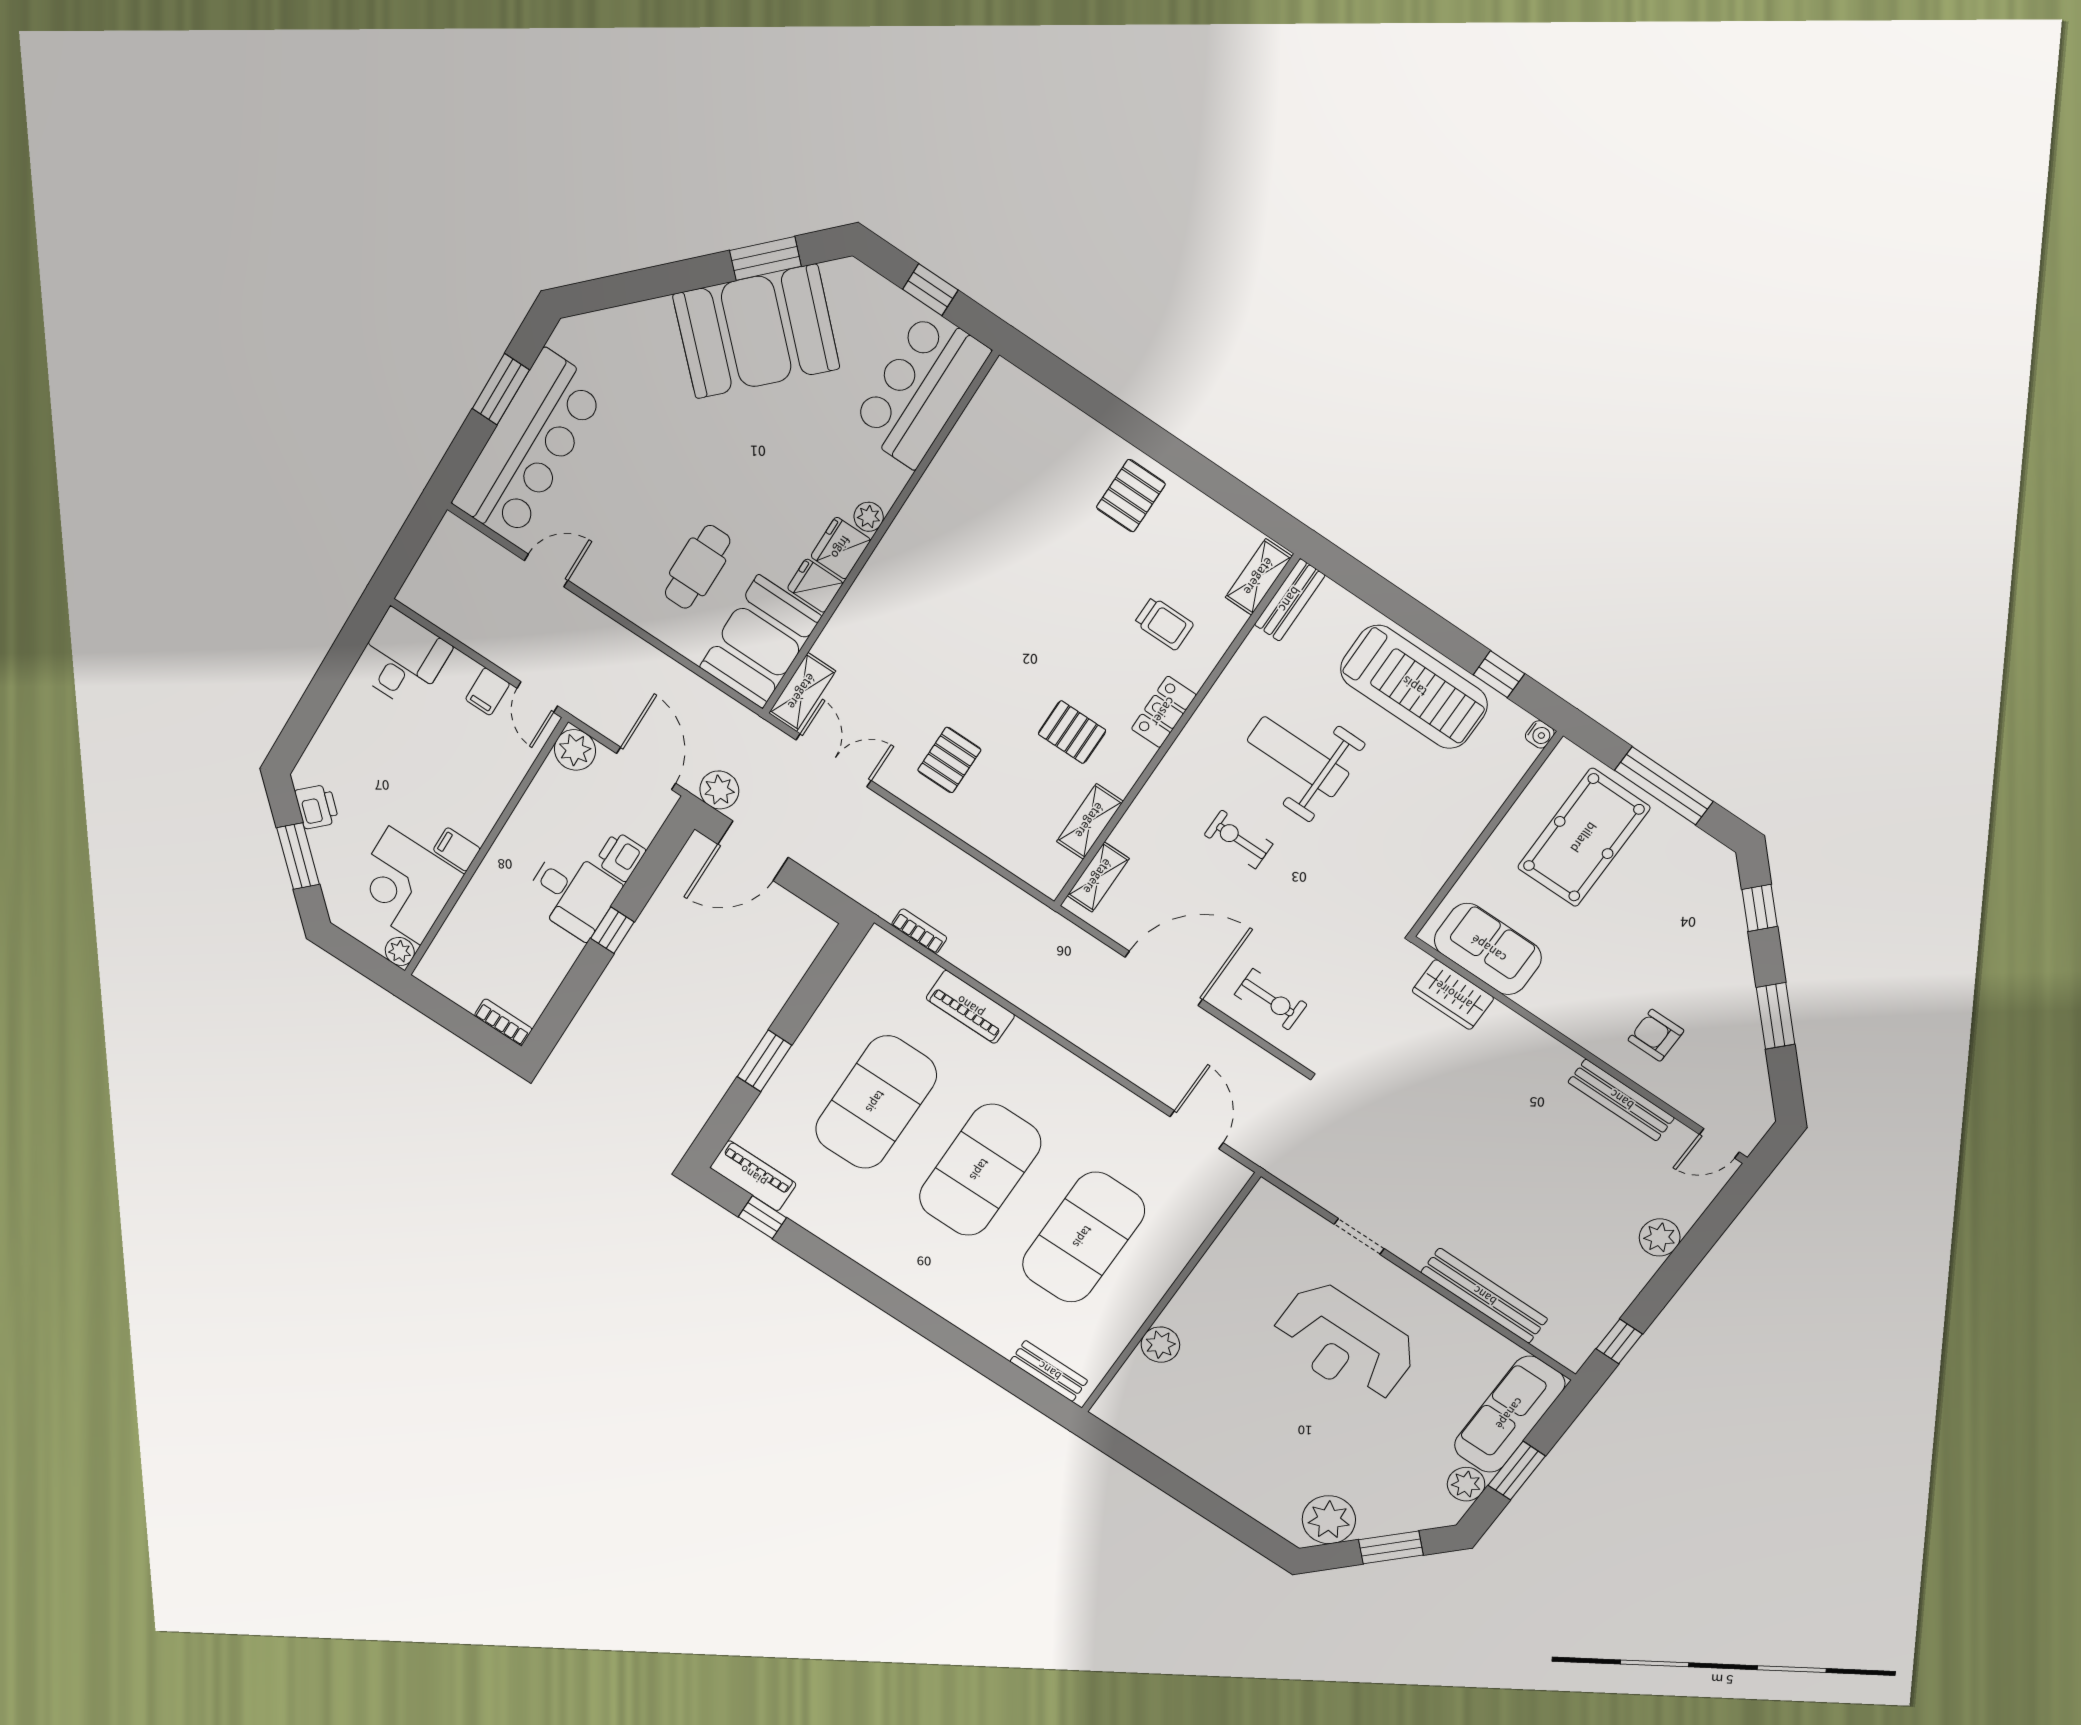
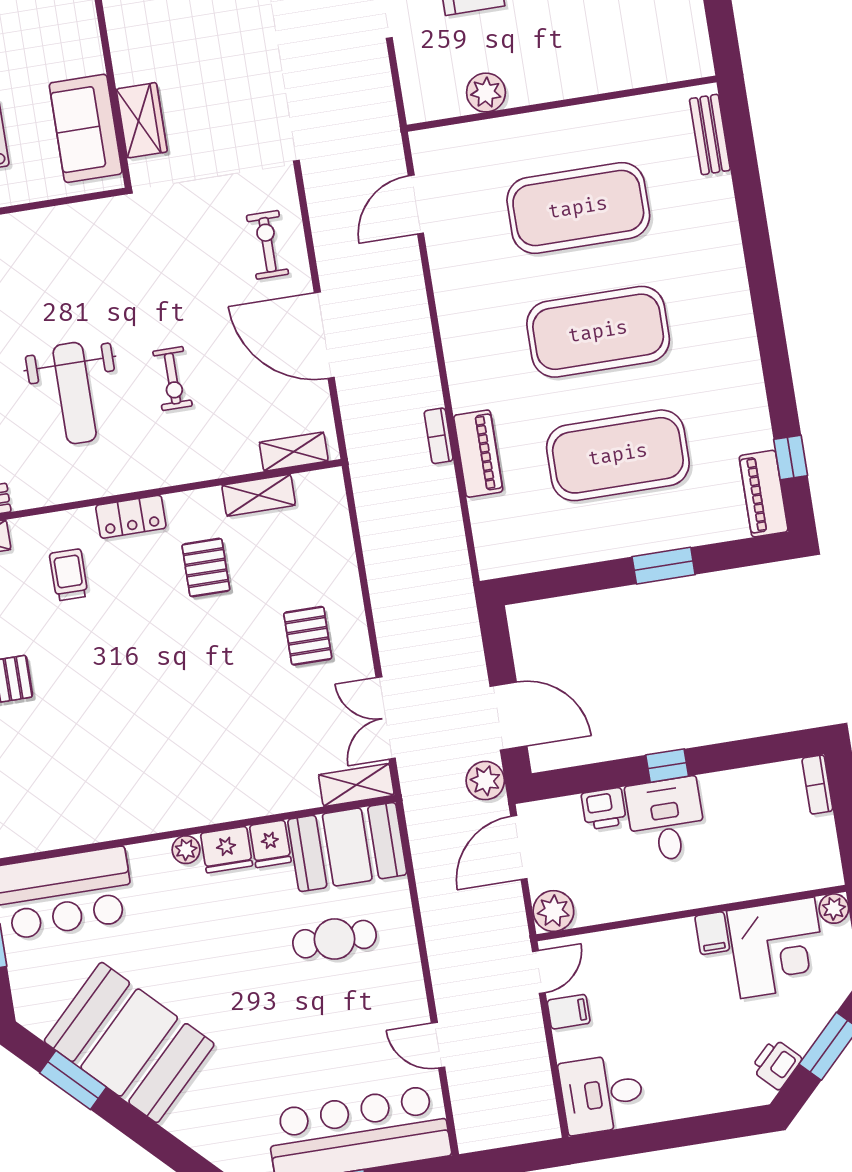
pallet: (949, 760) -> (308, 636), turned 90
bookcase: (919, 931) -> (439, 436), moved
plant: (1160, 1345) -> (486, 93), moved

